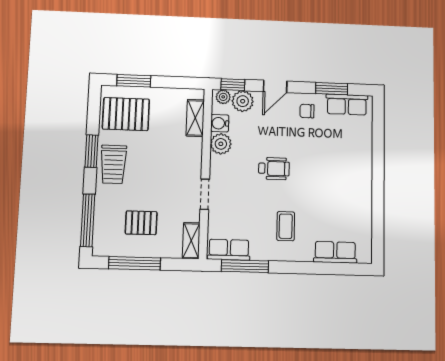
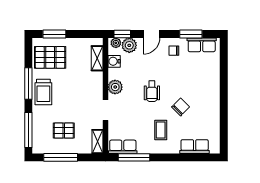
plant: (221, 144) -> (115, 87), moved
window: (91, 151) -> (28, 84), width x1.44
wheelchair: (274, 169) -> (152, 91), turned 90
chair: (315, 193) -> (181, 107), added

